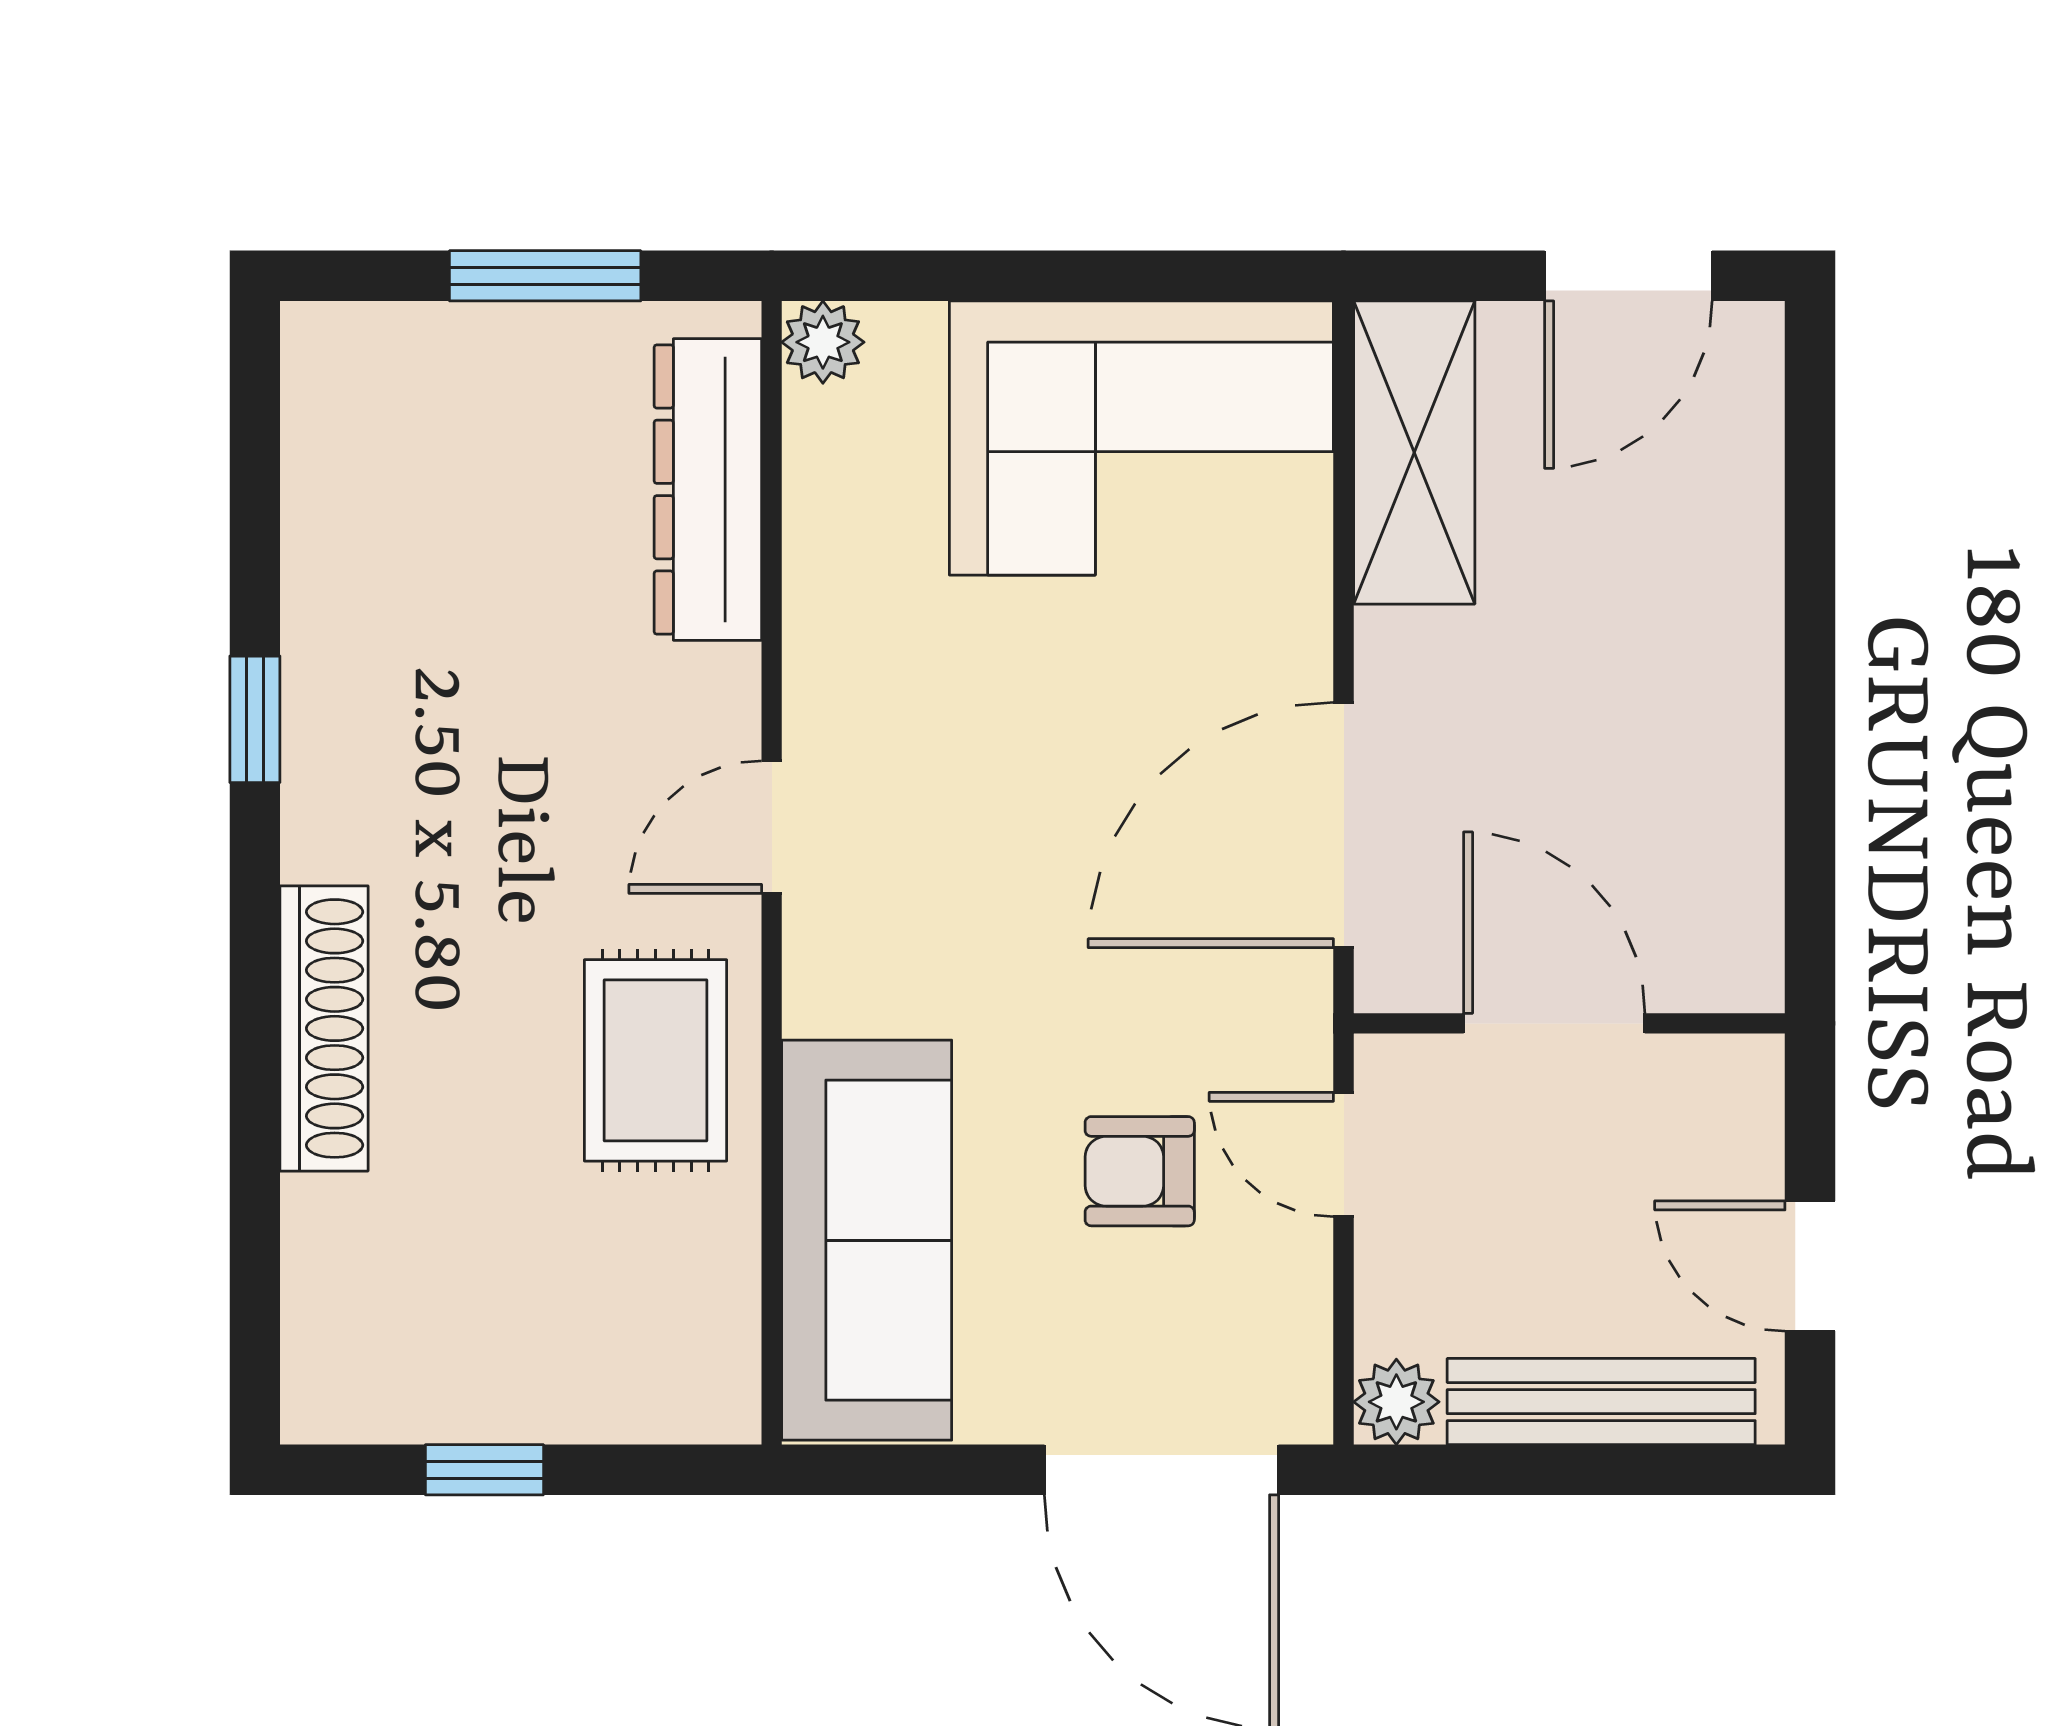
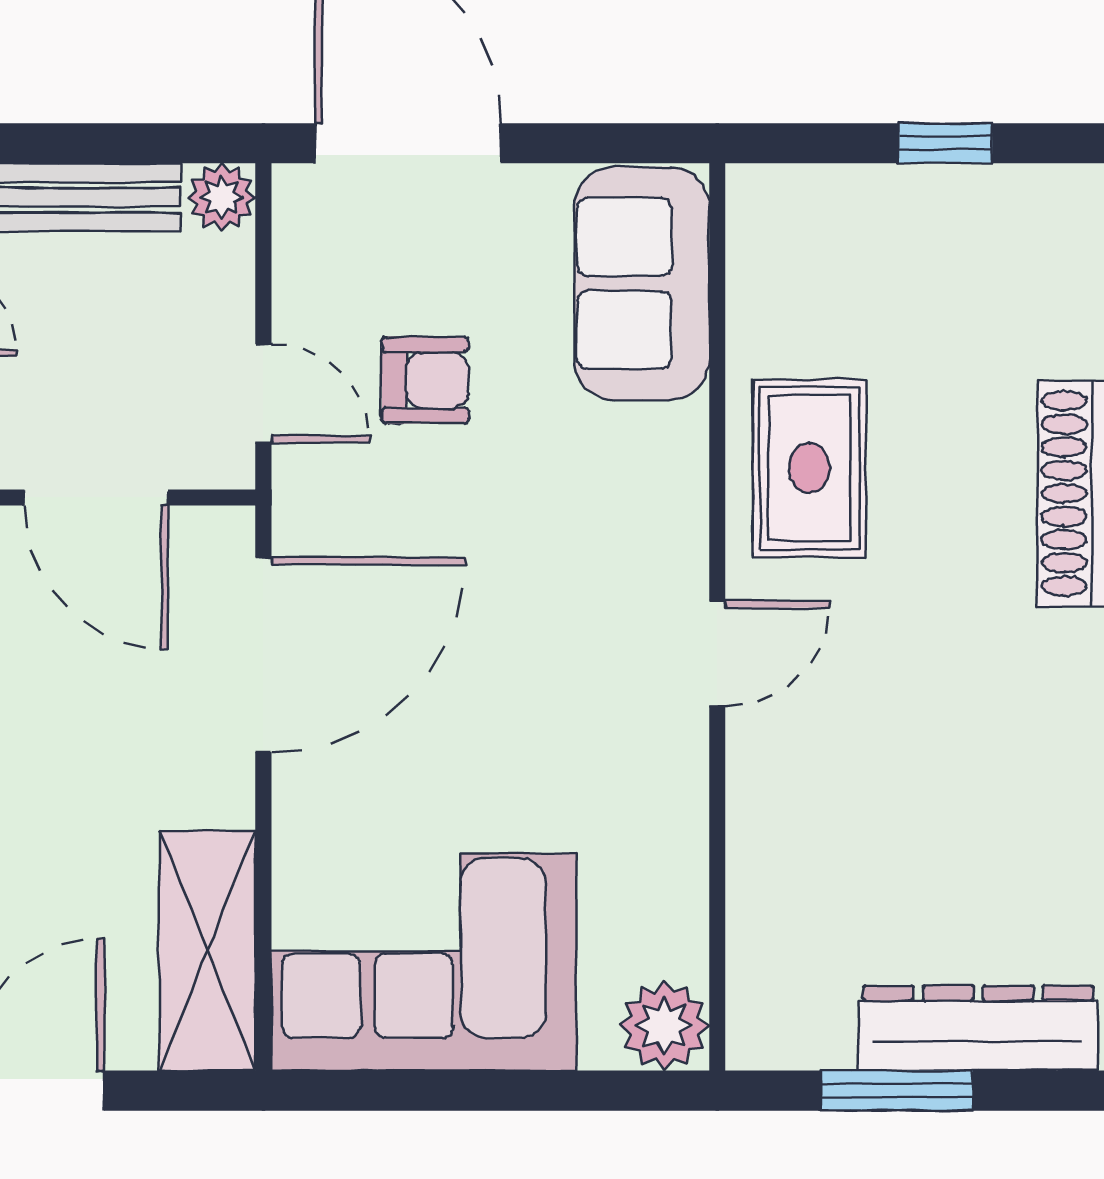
plant: (823, 342) -> (664, 1026), width x1.38, depth x1.38
dresser: (708, 489) -> (978, 1028), moved, turned -90
sofa: (867, 1240) -> (642, 283), width x0.73

